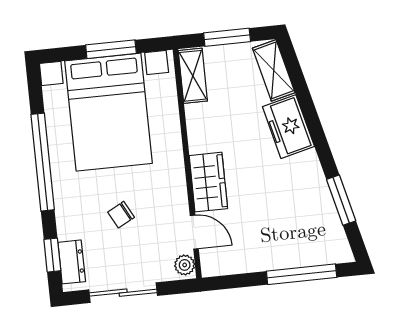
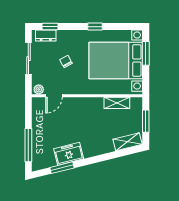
window: (111, 49) -> (146, 53), moved
shelving: (193, 76) -> (117, 103), moved
freezer: (288, 127) -> (69, 154), moved
window: (43, 162) -> (95, 27), width x0.32
wardrobe: (208, 182) -> (77, 105), removed

